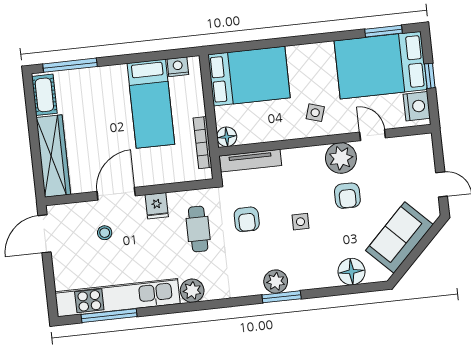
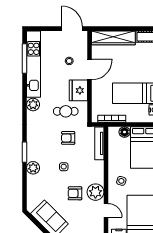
door: (373, 135) -> (106, 210), hinge flipped
floor lamp: (227, 137) -> (125, 132), moved
door: (116, 194) -> (89, 69), hinge flipped
fridge: (157, 206) -> (78, 90), width x1.88, depth x1.34
floor lamp: (351, 272) -> (34, 191), removed
plant: (276, 282) -> (33, 168), moved

